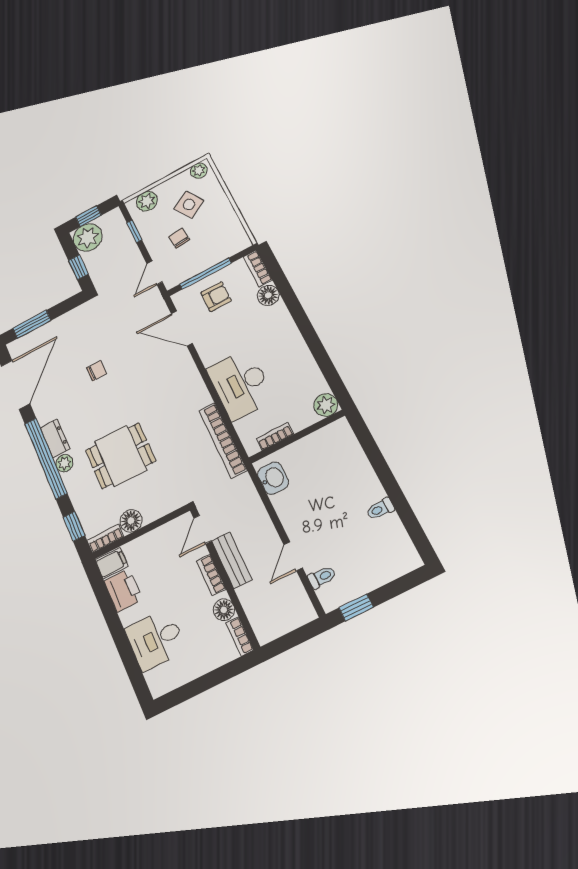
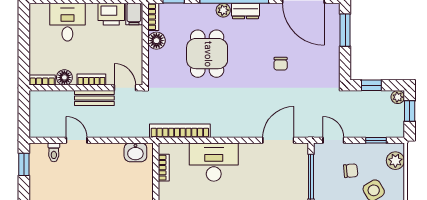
plant: (88, 237) -> (398, 97), width x0.53, depth x0.53
armchair: (216, 297) -> (289, 176), removed

